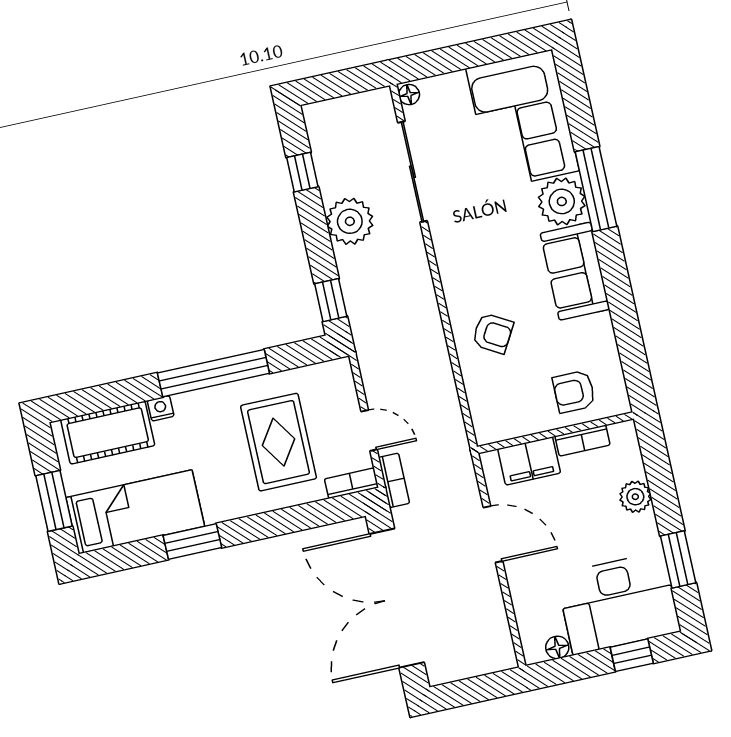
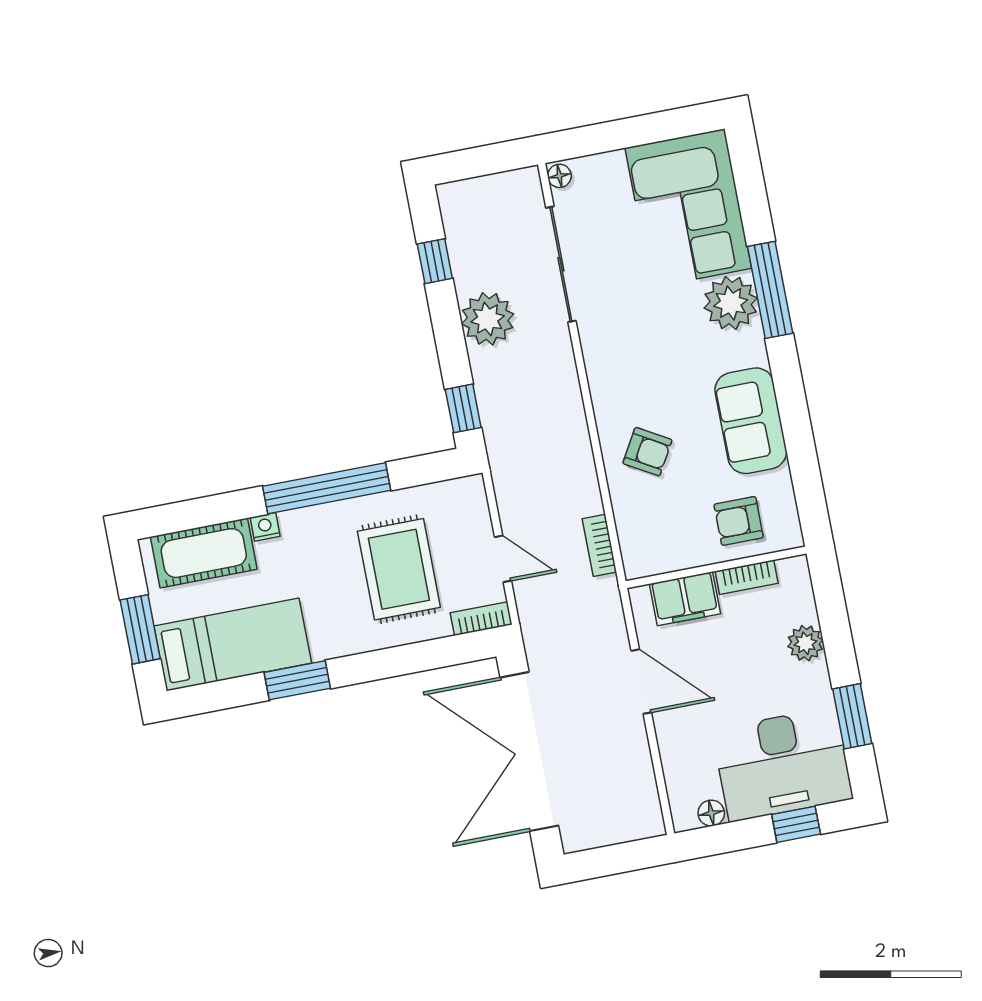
sofa: (575, 271) -> (751, 421), moved
bookcase: (394, 480) -> (599, 545), moved, turned 180

